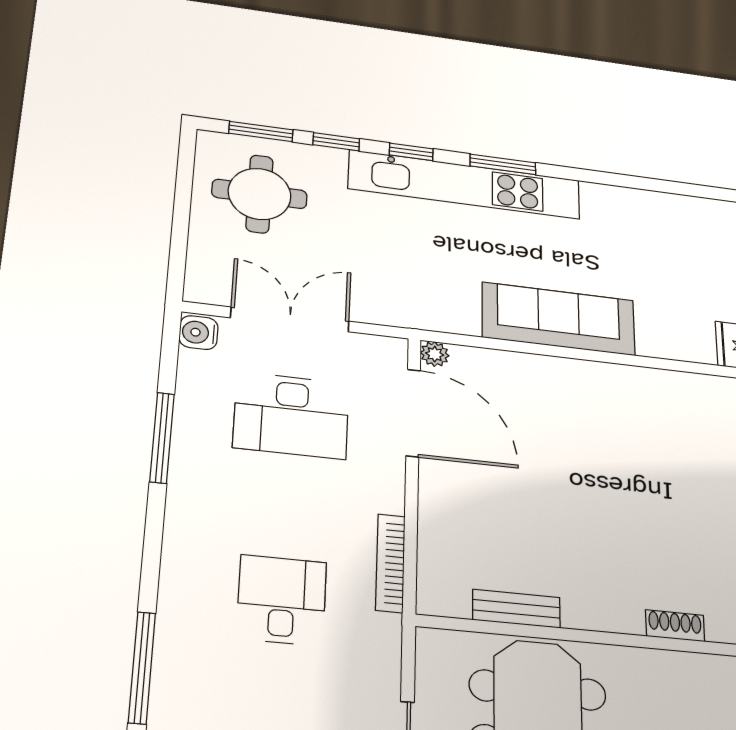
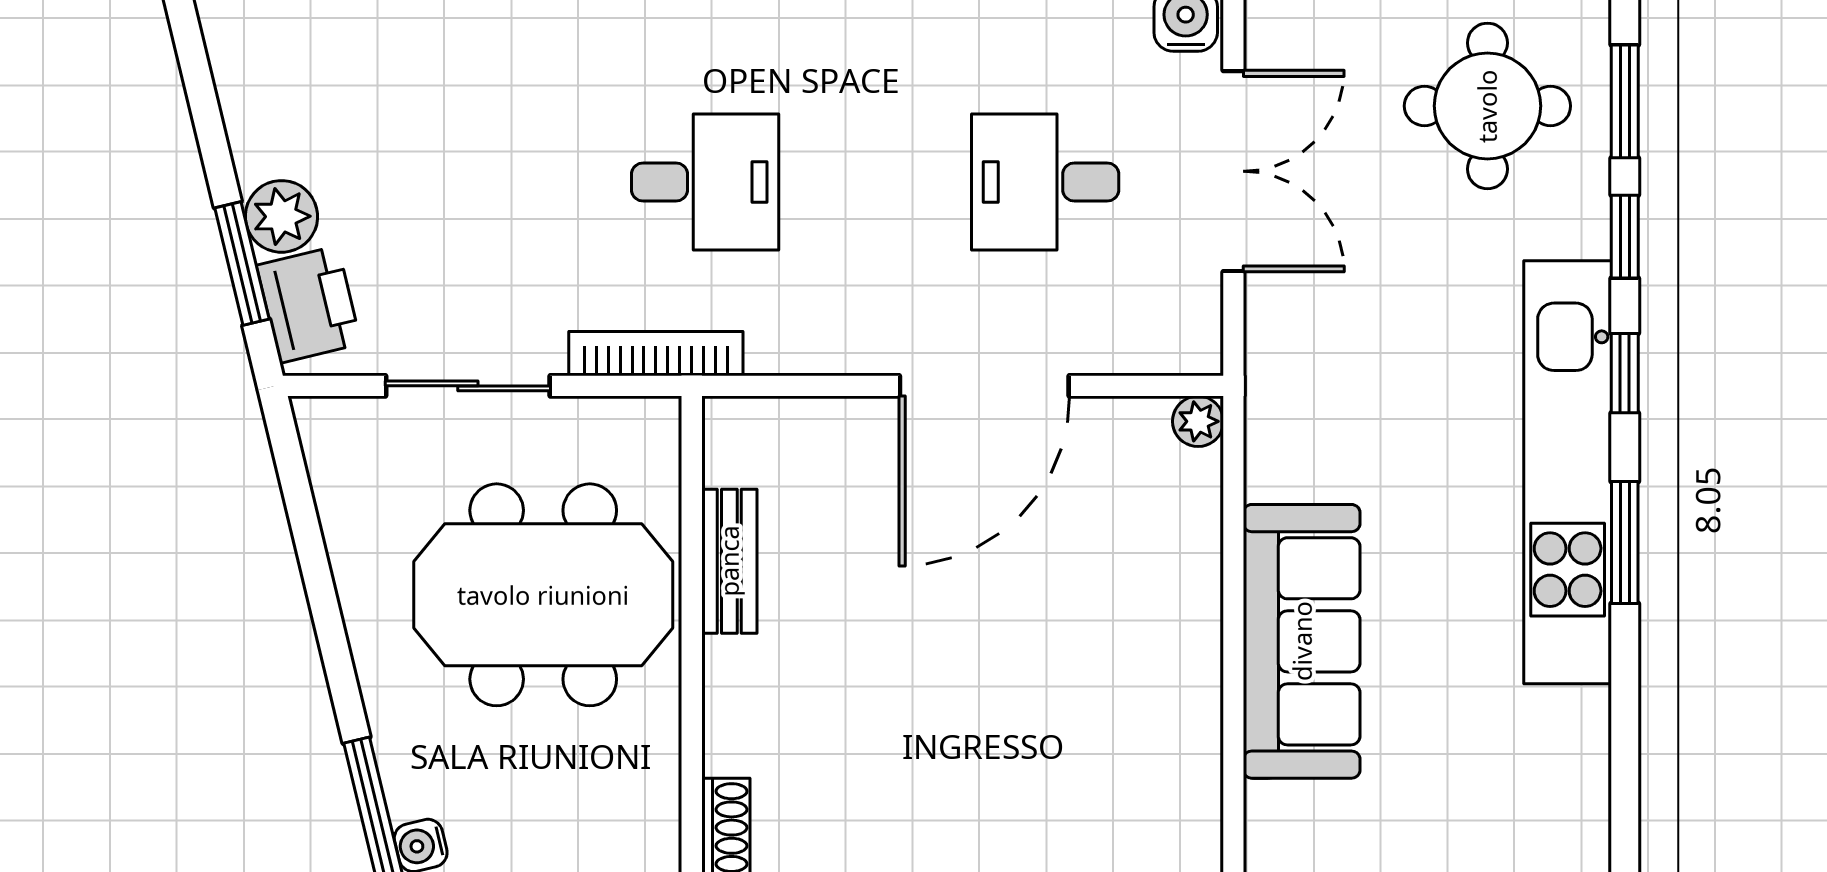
door: (413, 413) -> (984, 386), moved
desk: (291, 415) -> (1045, 182), width x0.73
bookcase: (390, 563) -> (656, 354), moved

